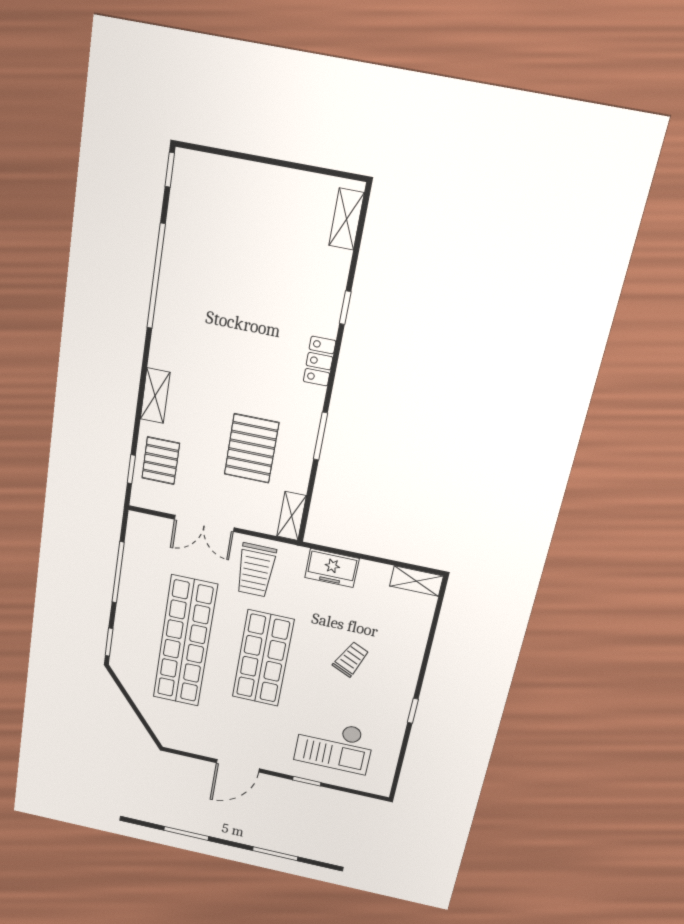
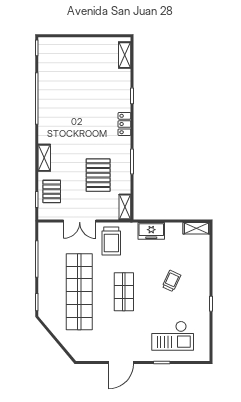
shop shelf: (263, 658) -> (124, 292), width x0.70, depth x0.74

